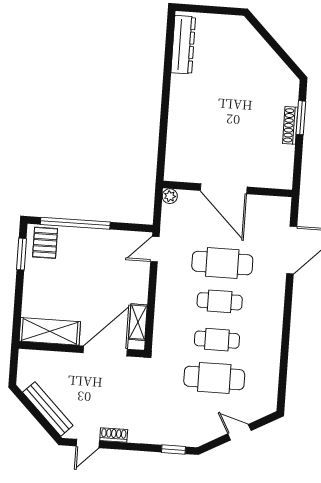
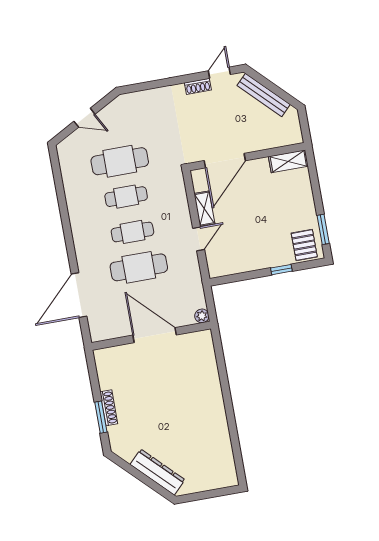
dresser: (183, 45) -> (158, 472), moved, turned 135
window: (75, 223) -> (281, 270), width x0.32
door: (155, 249) -> (199, 239), moved
shelving: (138, 322) -> (204, 209), moved
shelving: (50, 331) -> (288, 161), width x0.67, depth x0.75
window: (173, 449) -> (140, 87), removed

